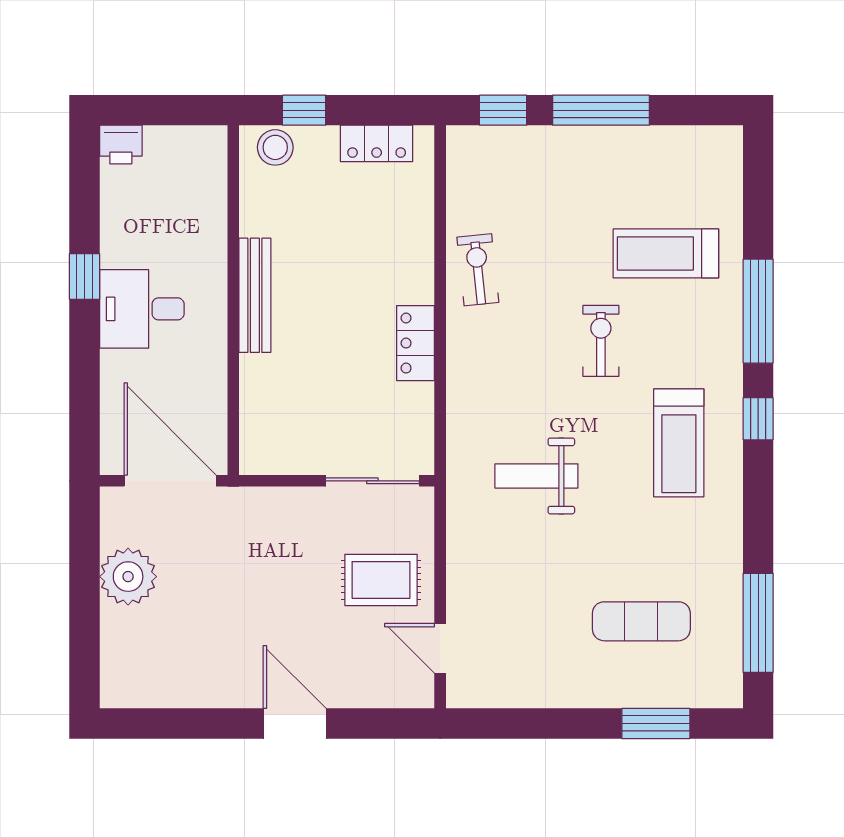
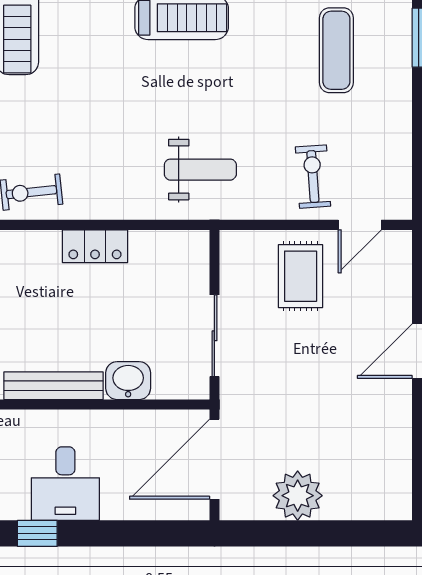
exercise bike: (601, 341) -> (313, 177), moved, turned 86
washbasin: (261, 381) -> (128, 381), added
weight bench: (536, 476) -> (200, 170), moved, turned -90
sliding door: (372, 481) -> (214, 336), moved

